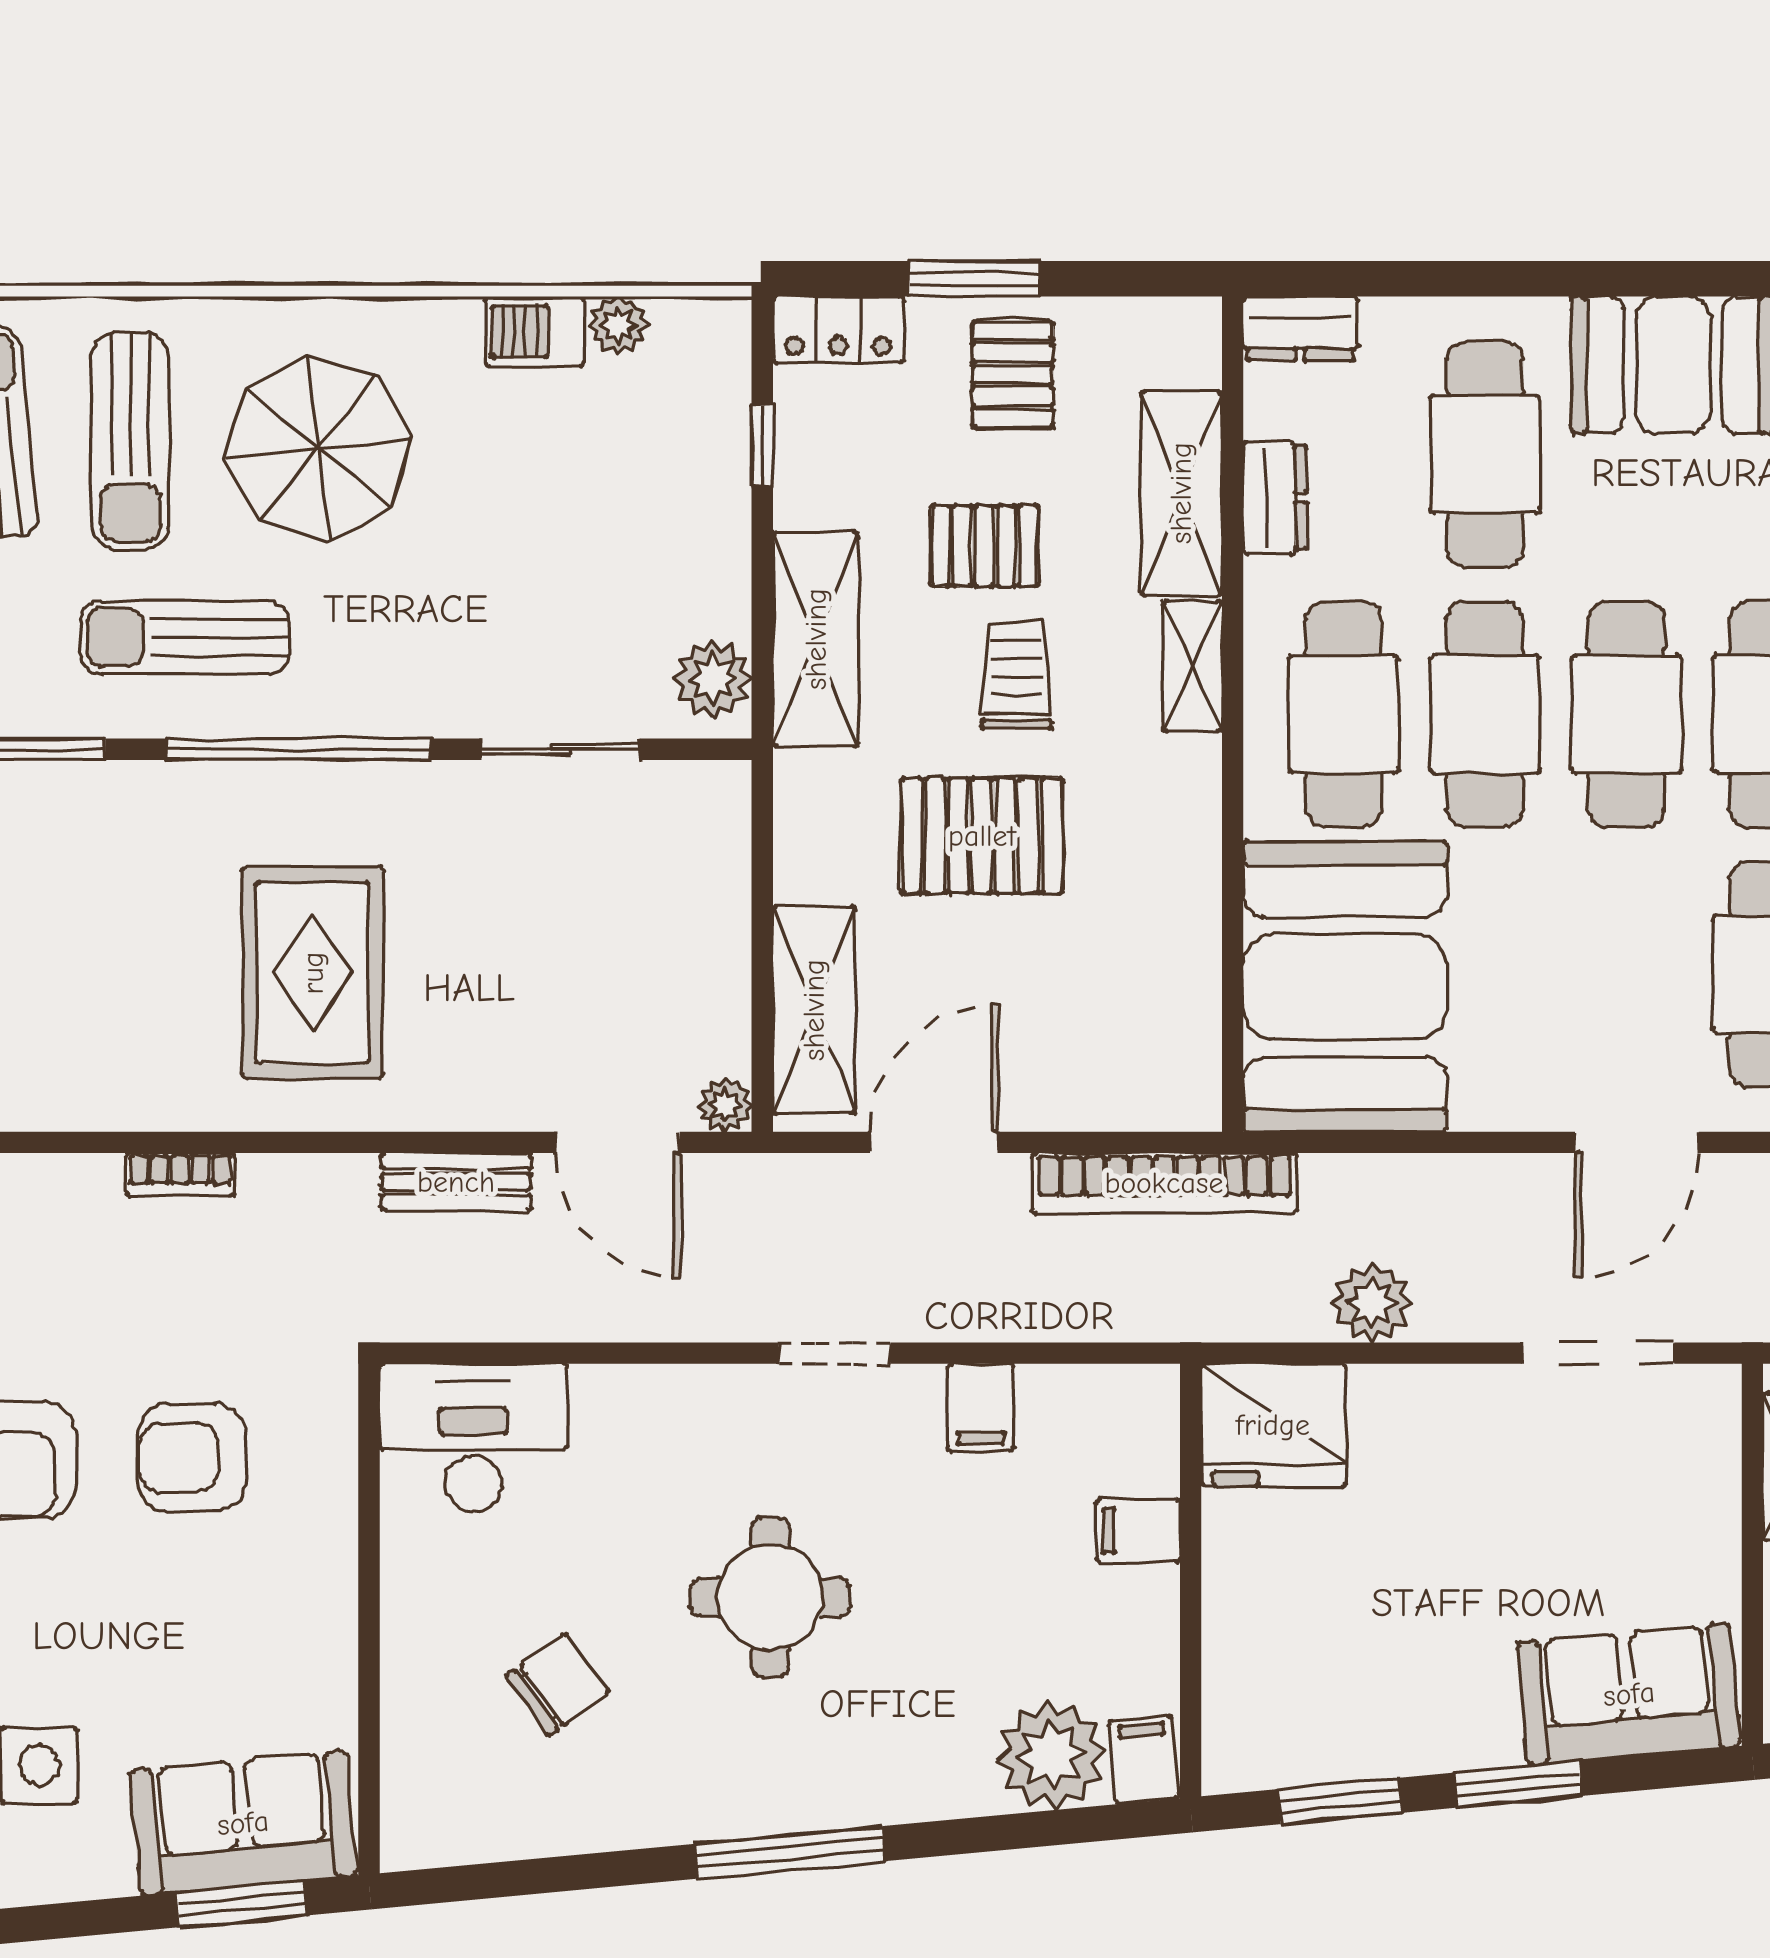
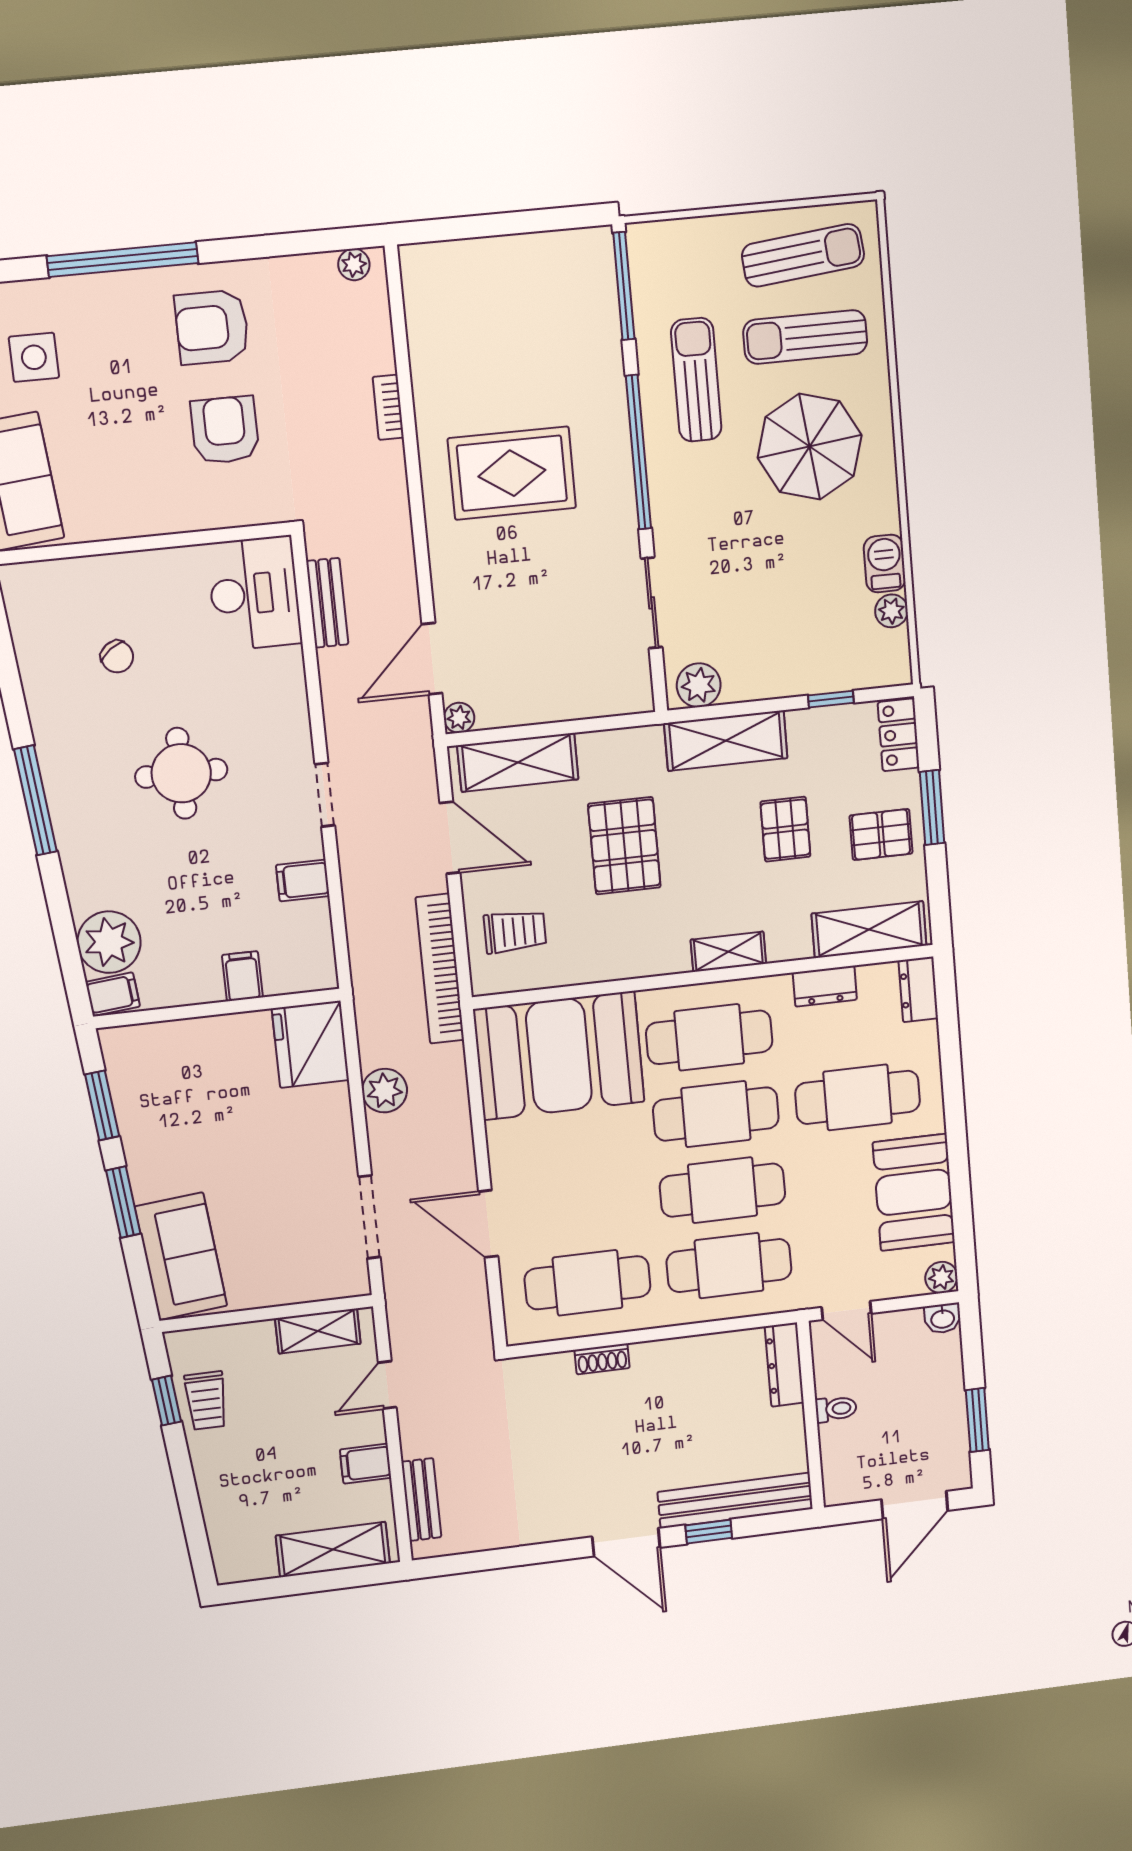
shelving: (1181, 493) -> (869, 930), moved
trolley: (1017, 675) -> (515, 931), moved
bench: (456, 1182) -> (327, 603), moved
chair: (557, 1684) -> (117, 657), width x0.73, depth x0.73

